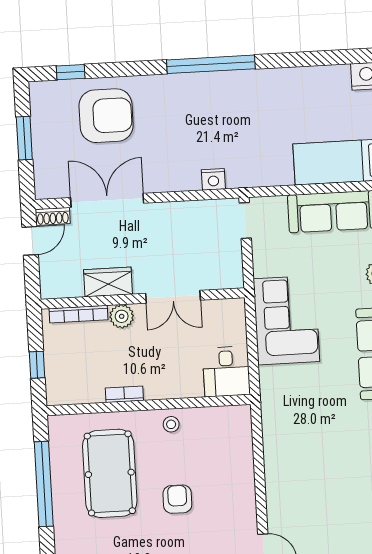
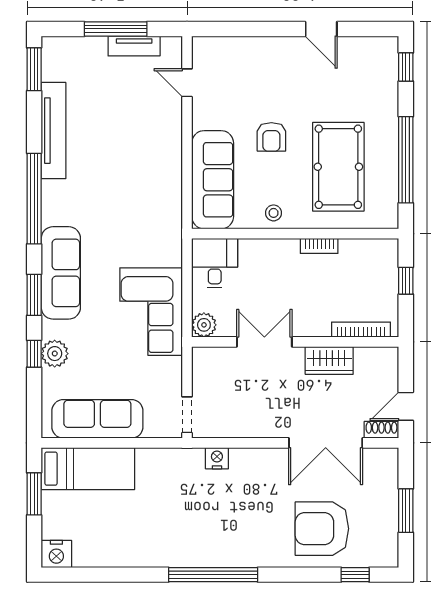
plant: (122, 316) -> (204, 325), moved
sofa: (233, 454) -> (213, 180), added

